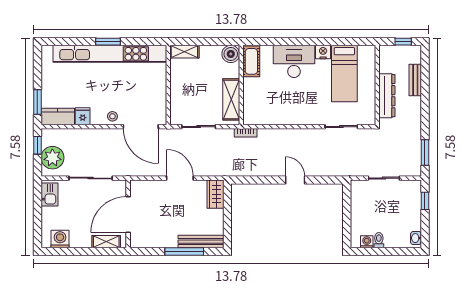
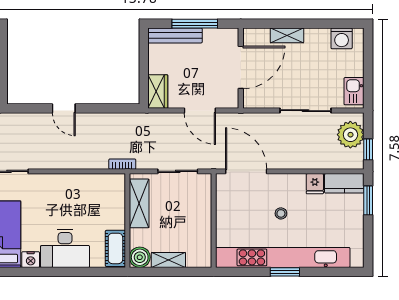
shelving: (184, 52) -> (168, 260), moved
stool: (112, 116) -> (281, 213), moved
wall: (128, 214) -> (241, 68), moved
door: (128, 215) -> (241, 67), moved

